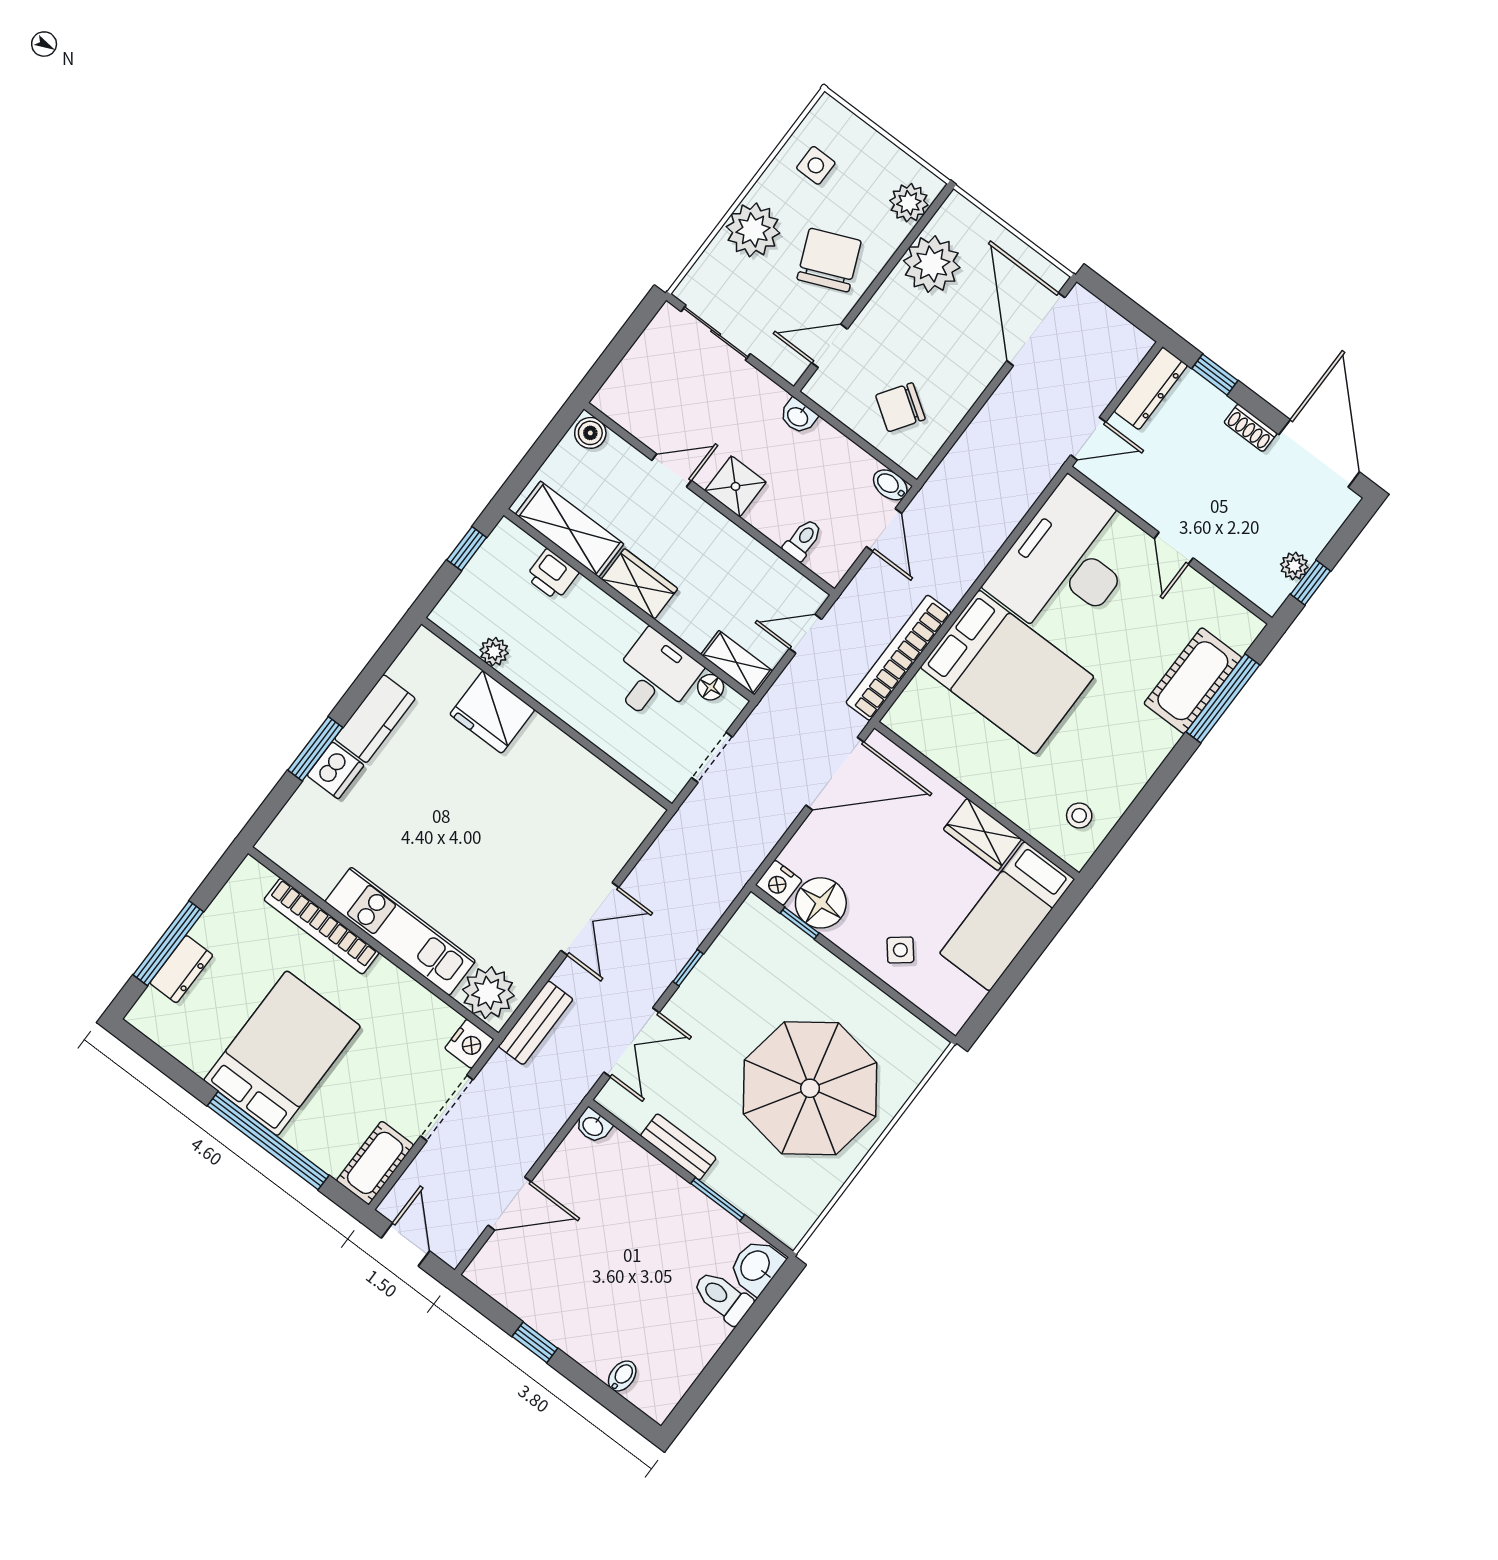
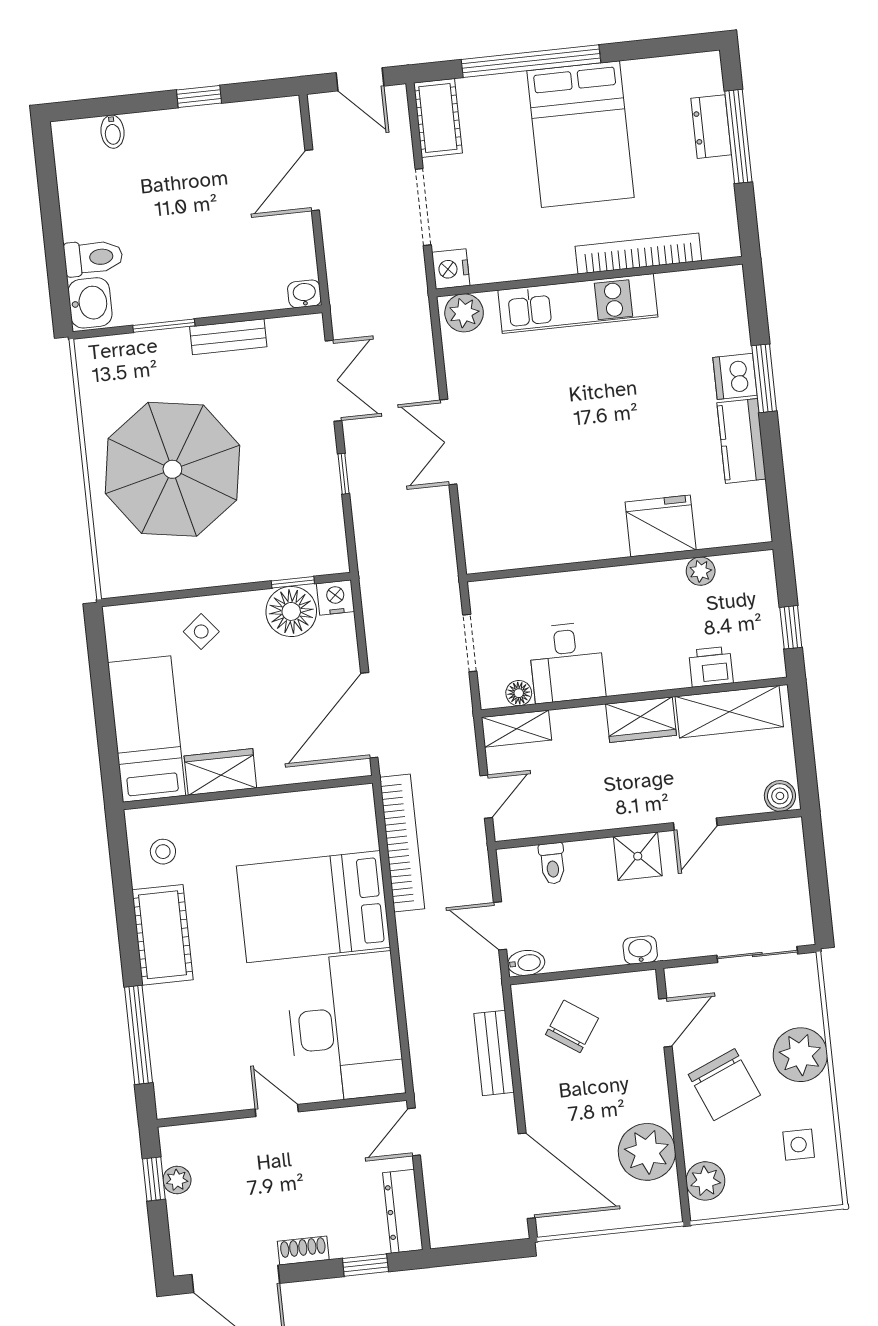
cot: (1193, 681) -> (162, 935), moved
plant: (488, 993) -> (464, 313), width x0.73, depth x0.73
bench: (536, 1023) -> (494, 1053), moved
double door: (632, 1042) -> (334, 381), swing flipped

